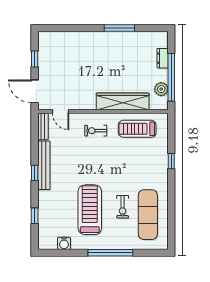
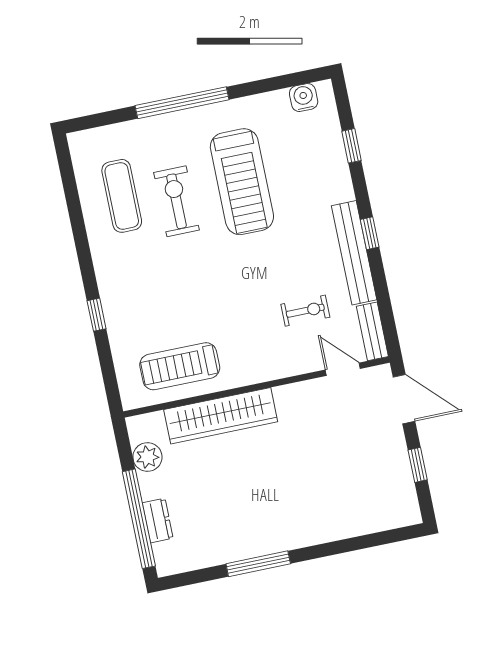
window: (171, 77) -> (139, 519), moved
treadmill: (137, 129) -> (180, 366), turned 180
exercise bike: (96, 131) -> (305, 311), moved
exercise bike: (123, 207) -> (176, 201), width x1.38, depth x1.39
exercise mat: (148, 215) -> (122, 196), width x0.73, depth x0.69
water cooler: (64, 243) -> (304, 98), moved

